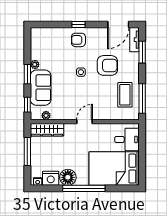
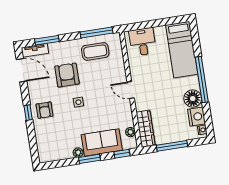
bed: (114, 169) -> (182, 50), width x0.67

